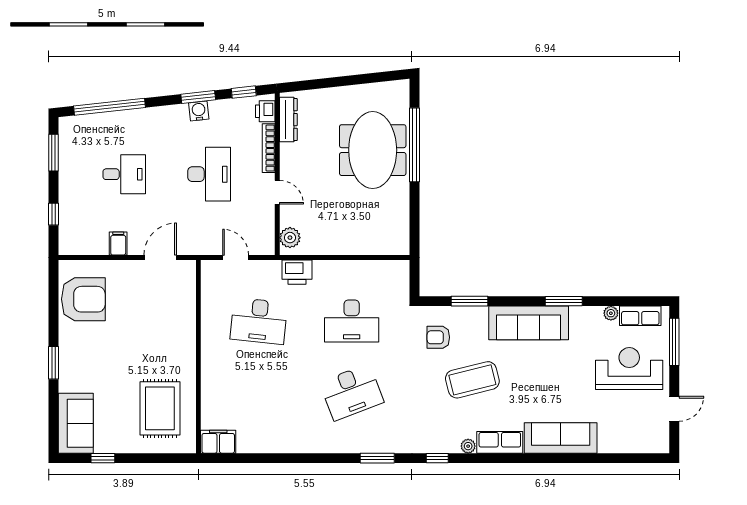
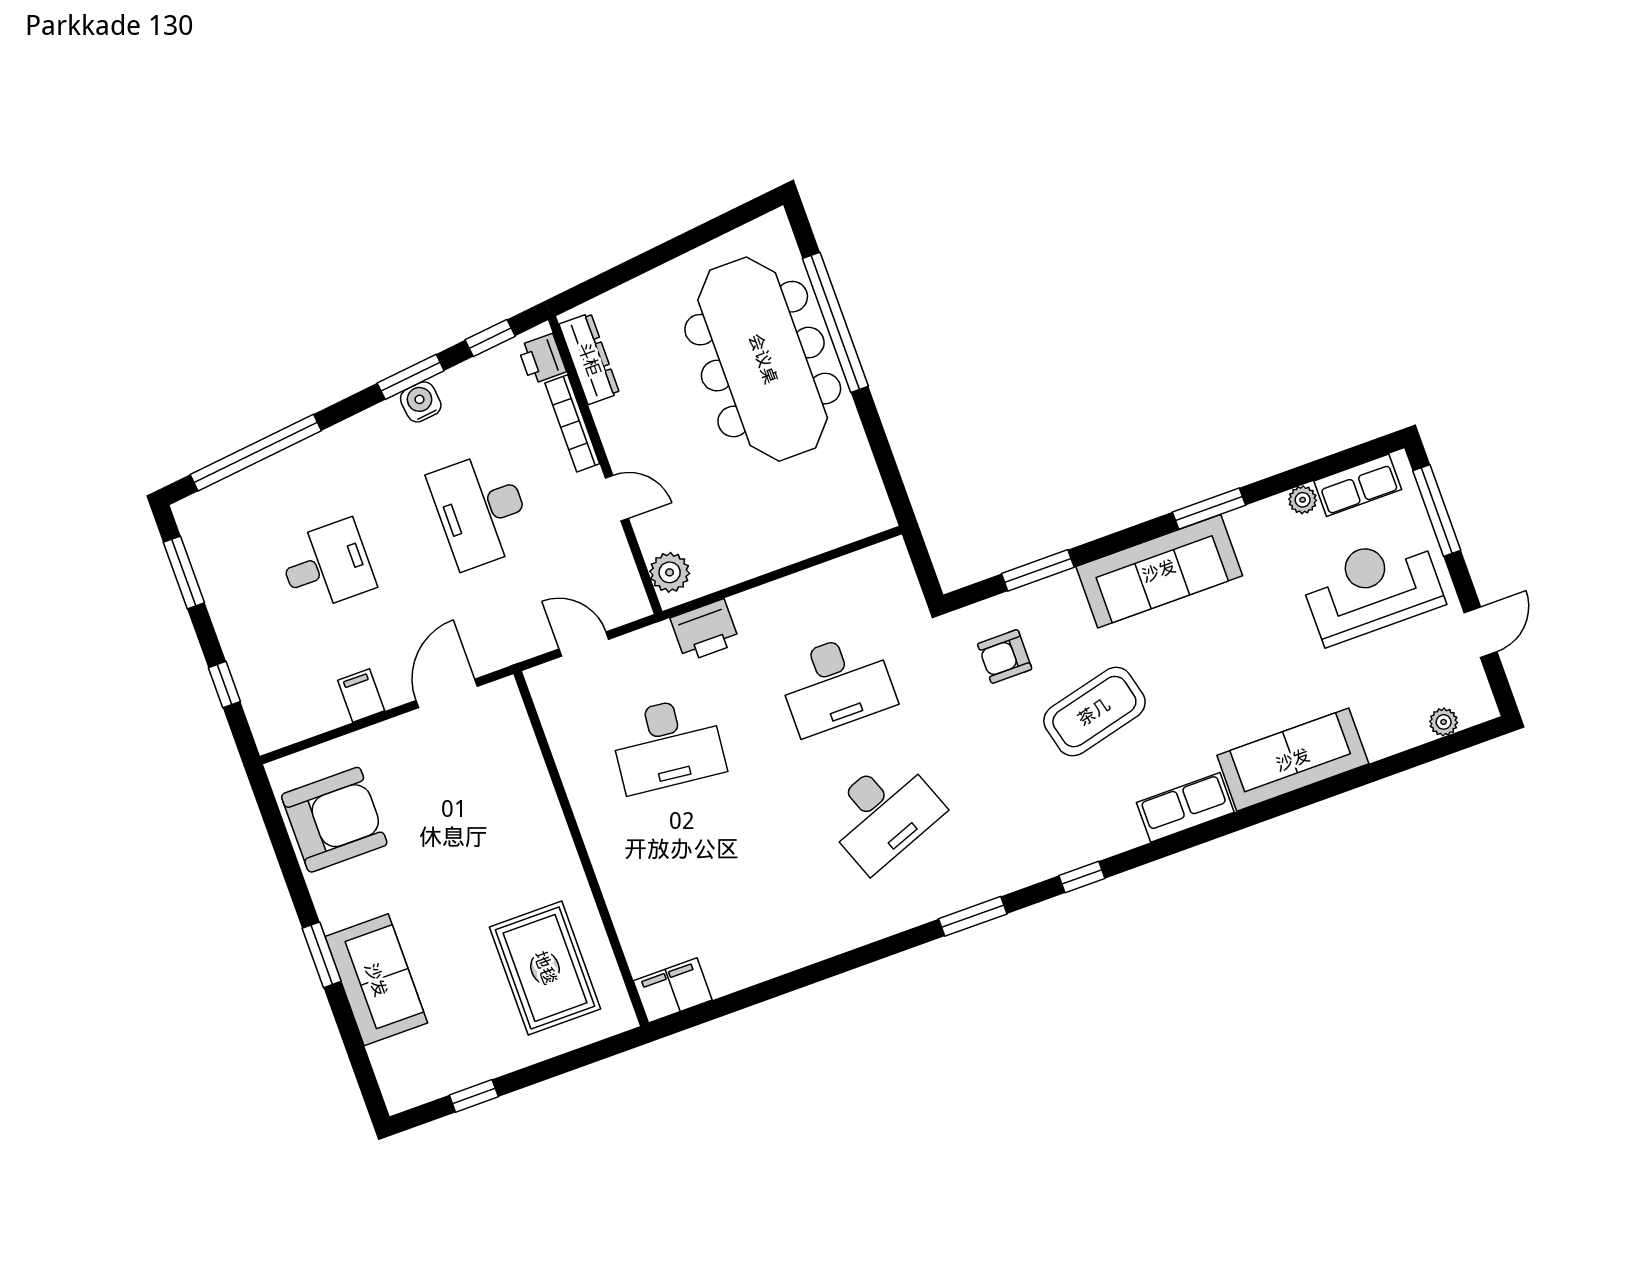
meeting table: (373, 150) -> (763, 359), width x1.36
desk: (209, 174) -> (481, 510), turned 180
sofa: (76, 423) -> (376, 980), moved
plant: (468, 446) -> (1444, 722), moved

